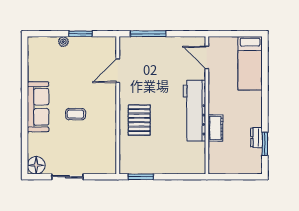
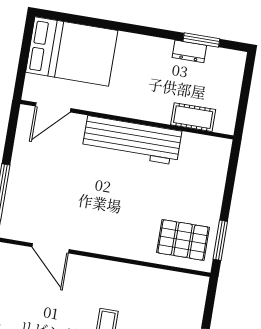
bed: (250, 63) -> (72, 51), width x1.50
pallet: (139, 120) -> (183, 240), moved
cot: (215, 128) -> (193, 117), moved

